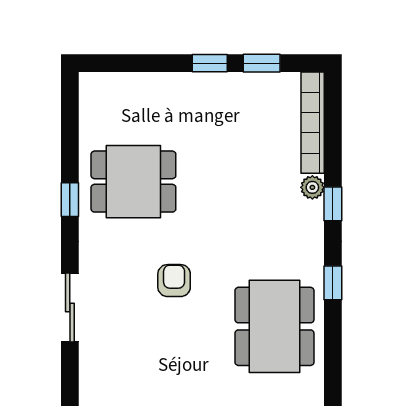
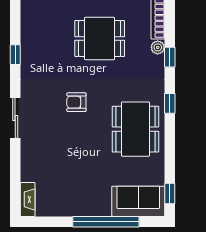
dining table: (133, 182) -> (100, 39), moved
armchair: (174, 281) -> (76, 102), turned -90

